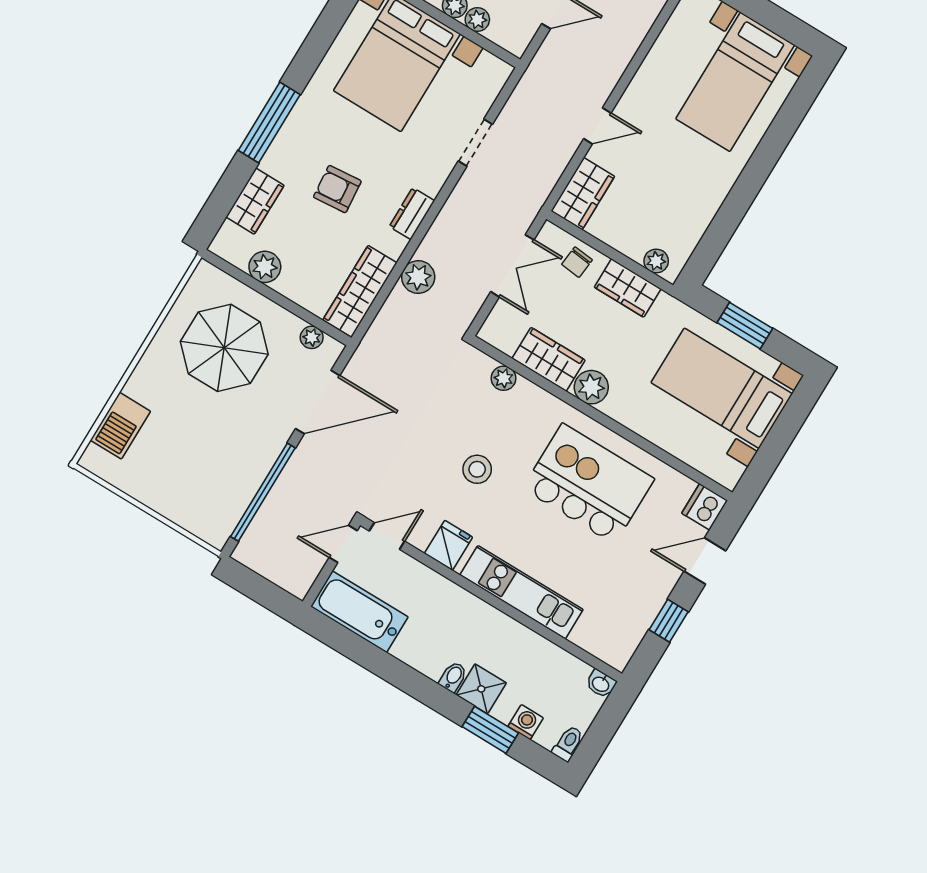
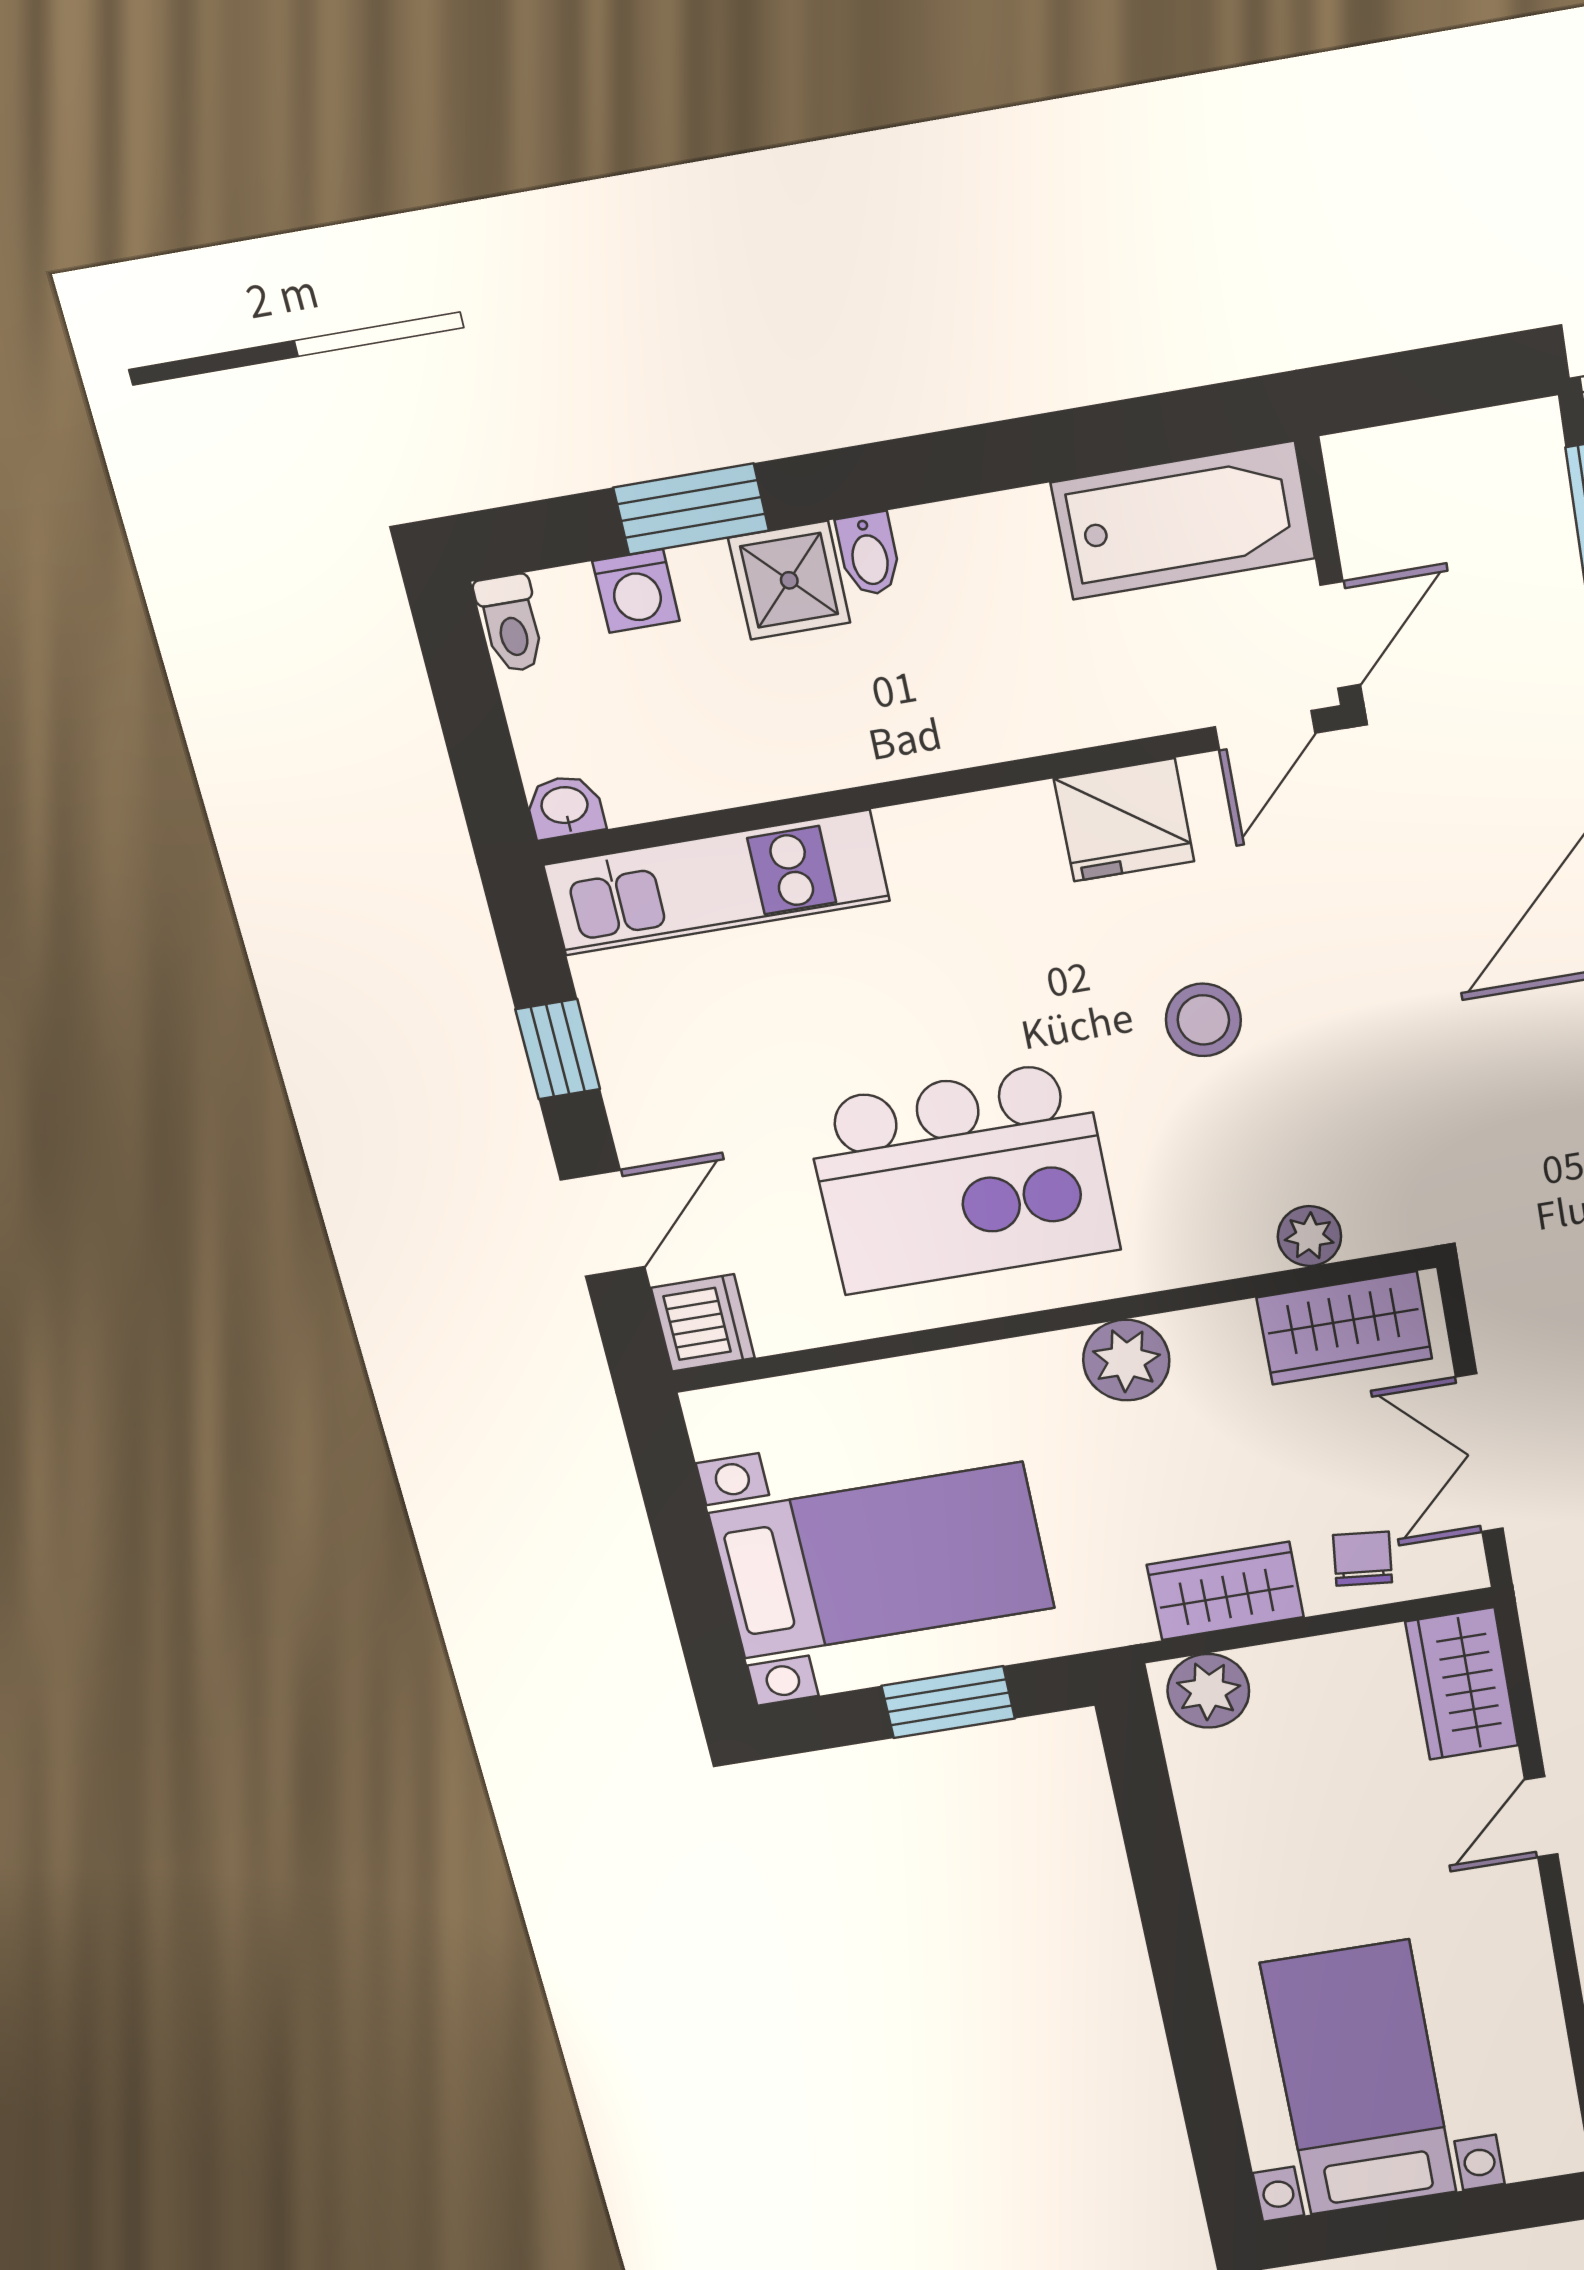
plant: (656, 261) -> (1208, 1691), width x1.38, depth x1.38
wardrobe: (549, 359) -> (1344, 1328), moved
fridge: (449, 545) -> (1124, 820), width x1.38
kitchen unit: (522, 592) -> (717, 883), moved

